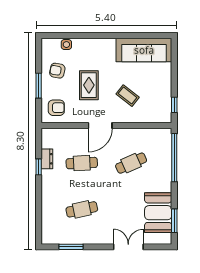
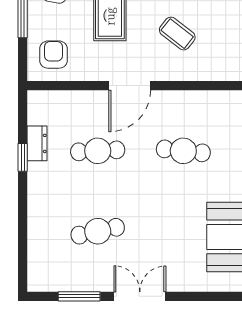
armchair: (56, 108) -> (53, 55), turned -90
cafe table: (131, 163) -> (183, 151), turned 30
double door: (128, 247) -> (140, 296), moved

